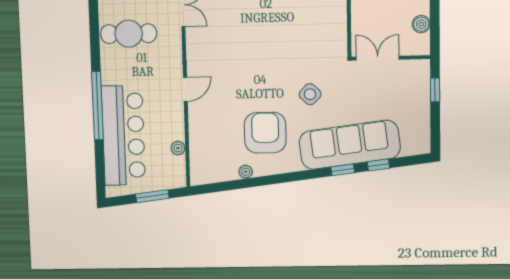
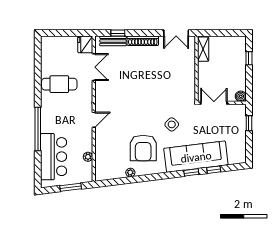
boiler: (421, 24) -> (241, 96), moved
armchair: (265, 133) -> (143, 148), turned 180
bar counter: (123, 135) -> (54, 157), width x0.73

